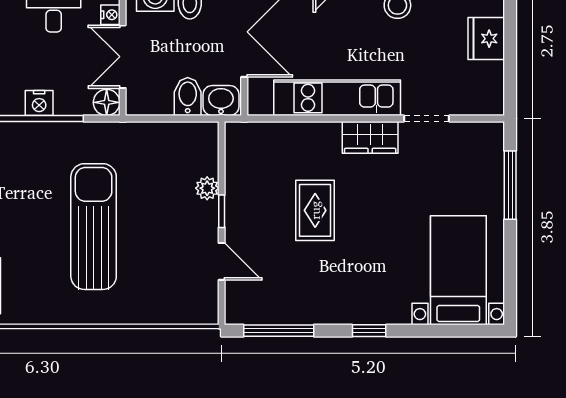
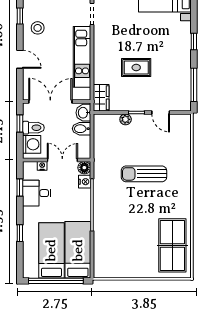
double door: (123, 57) -> (62, 160), swing flipped
nightstand: (39, 103) -> (85, 182), moved
wardrobe: (370, 137) -> (101, 98), moved
sun lounger: (94, 227) -> (144, 174), width x0.73, depth x0.75
door: (222, 261) -> (161, 112), swing flipped

